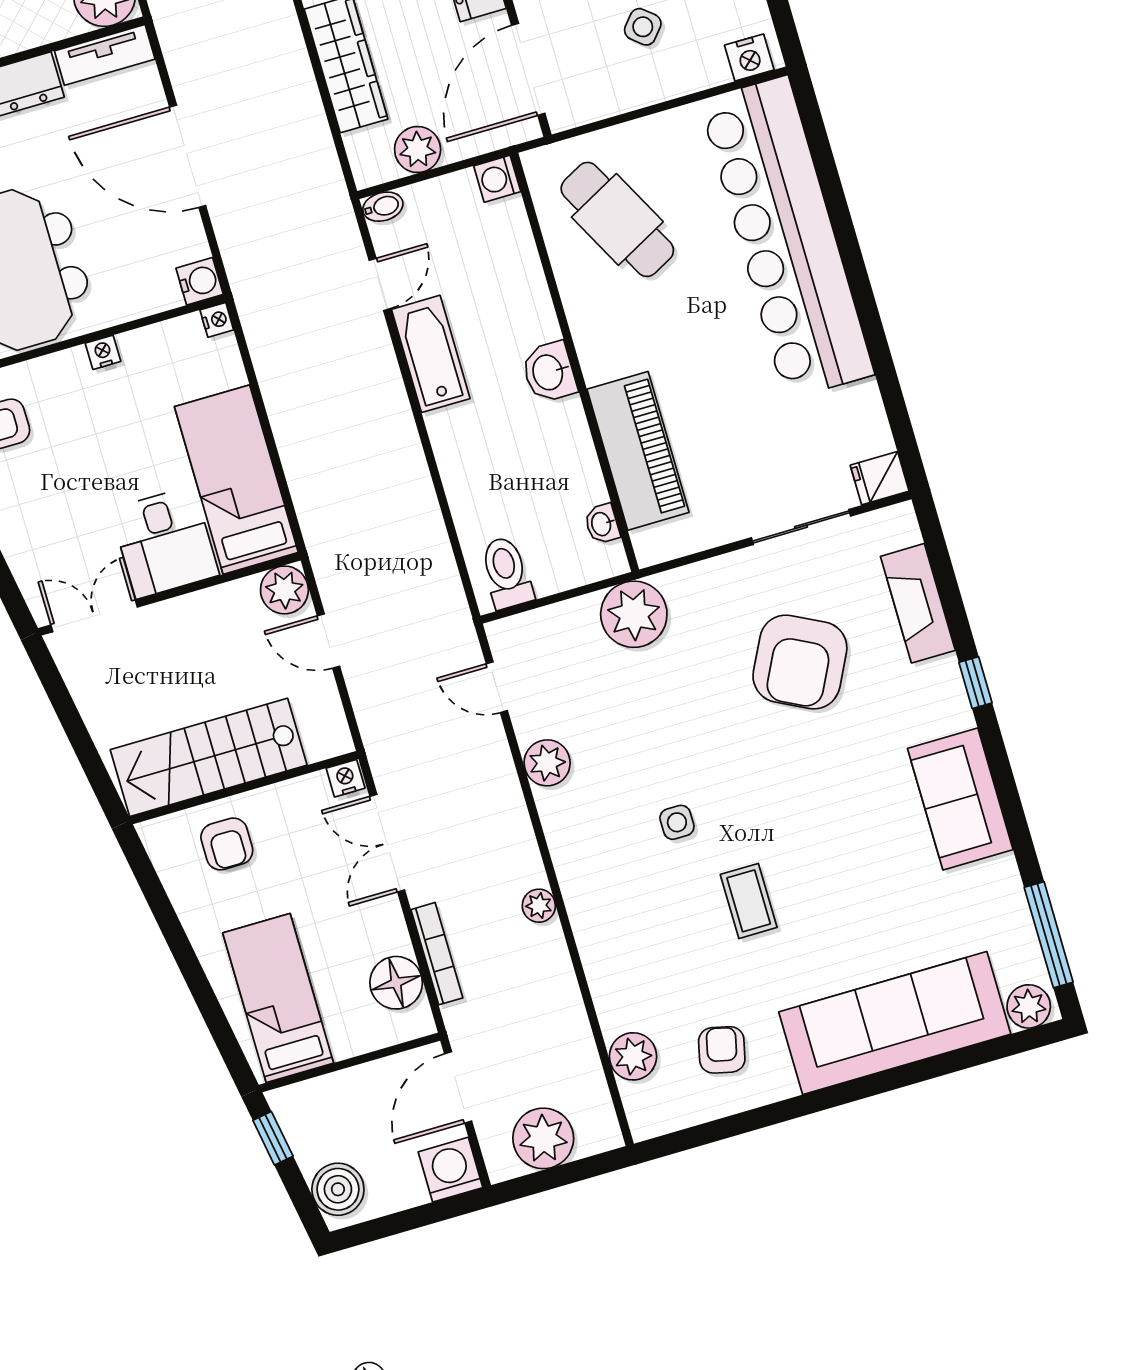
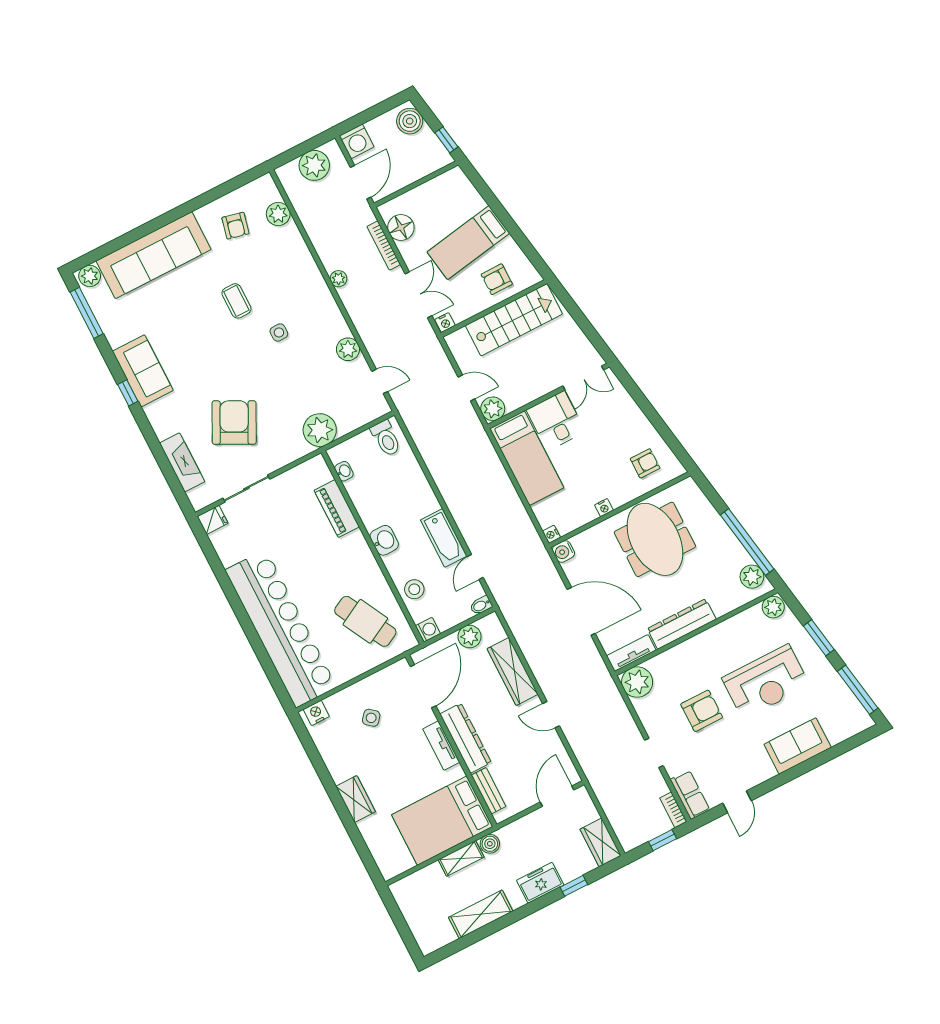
stool: (508, 264) -> (414, 589), added
piano: (638, 451) -> (337, 508), width x0.73, depth x0.75
window: (975, 683) -> (128, 393), moved
armchair: (227, 844) -> (497, 279), turned -90
bed: (278, 998) -> (468, 243), moved, turned 80

